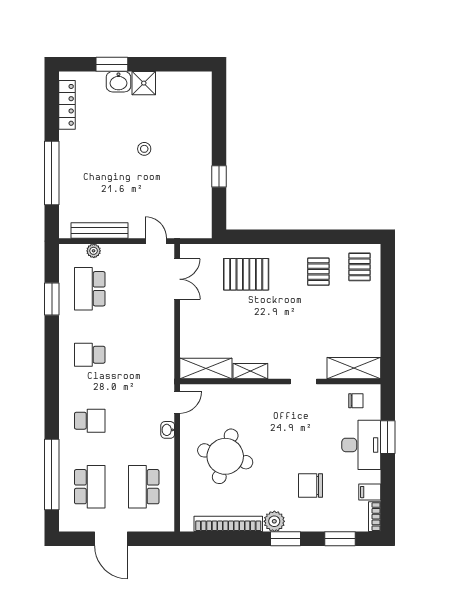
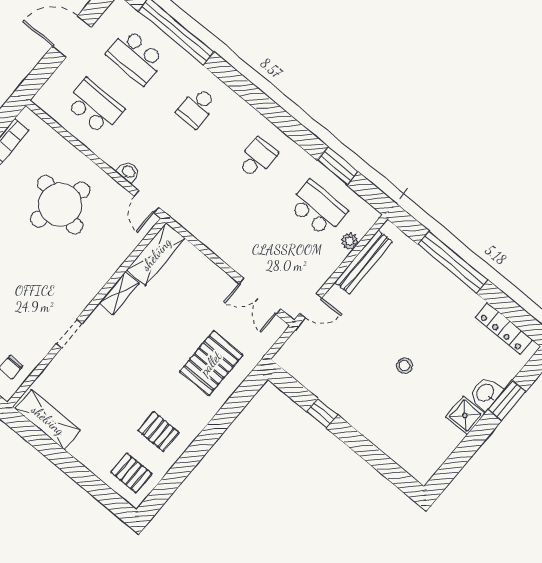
shelving: (354, 368) -> (48, 420), moved, turned 90

